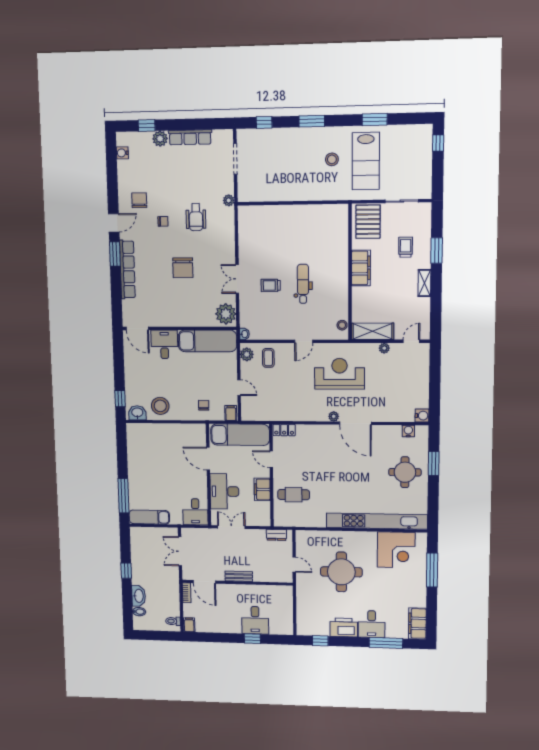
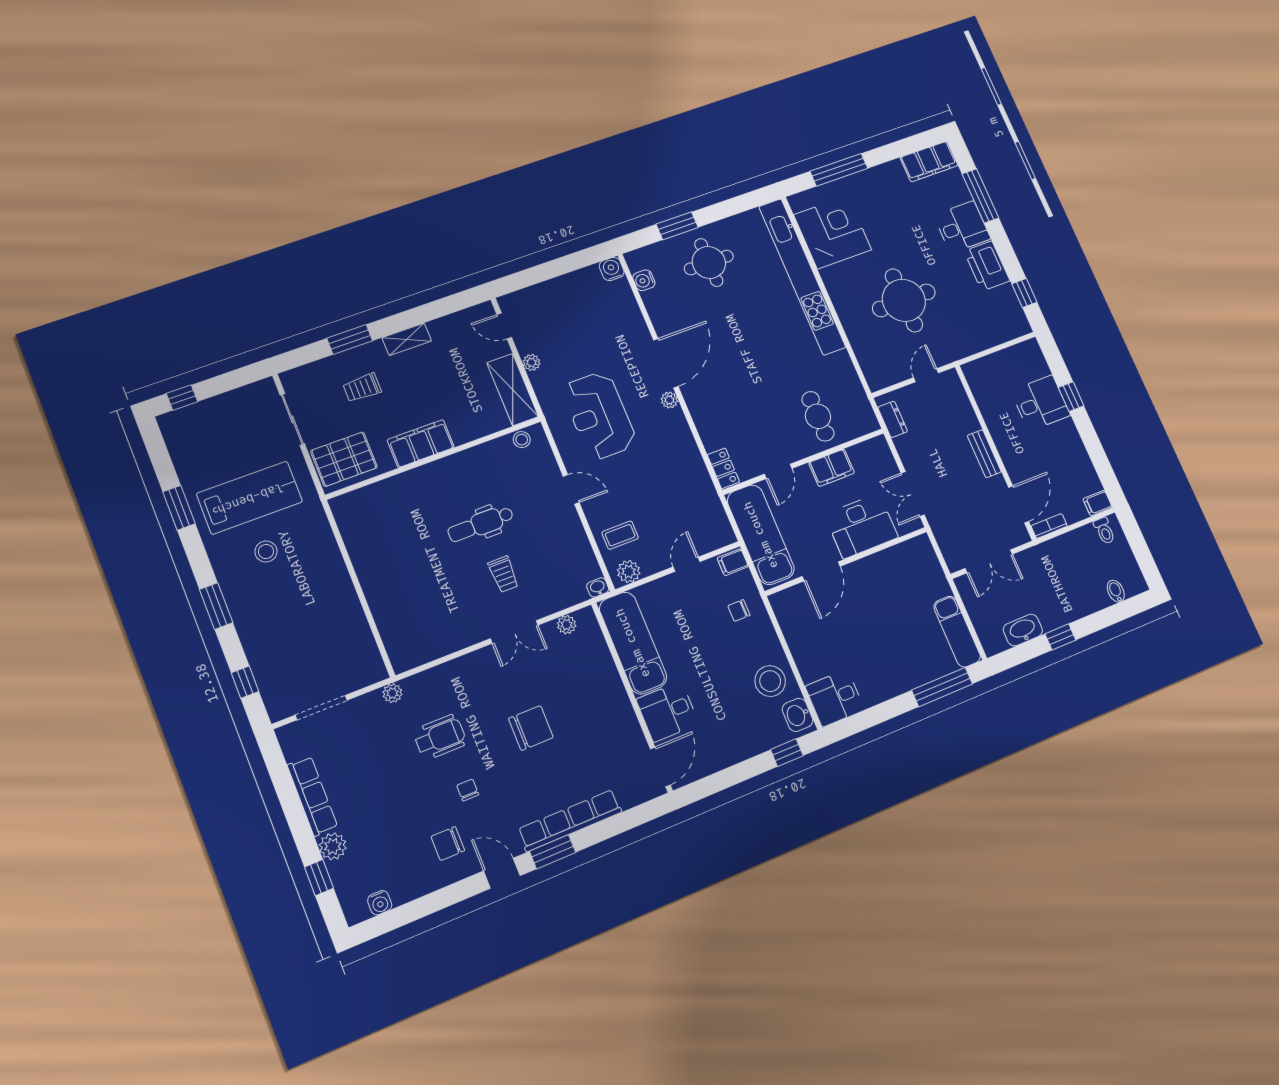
plant: (226, 314) -> (567, 625), width x0.53, depth x0.53
desk: (195, 512) -> (835, 698), moved, turned 180
washbasin: (139, 596) -> (1023, 630), moved

